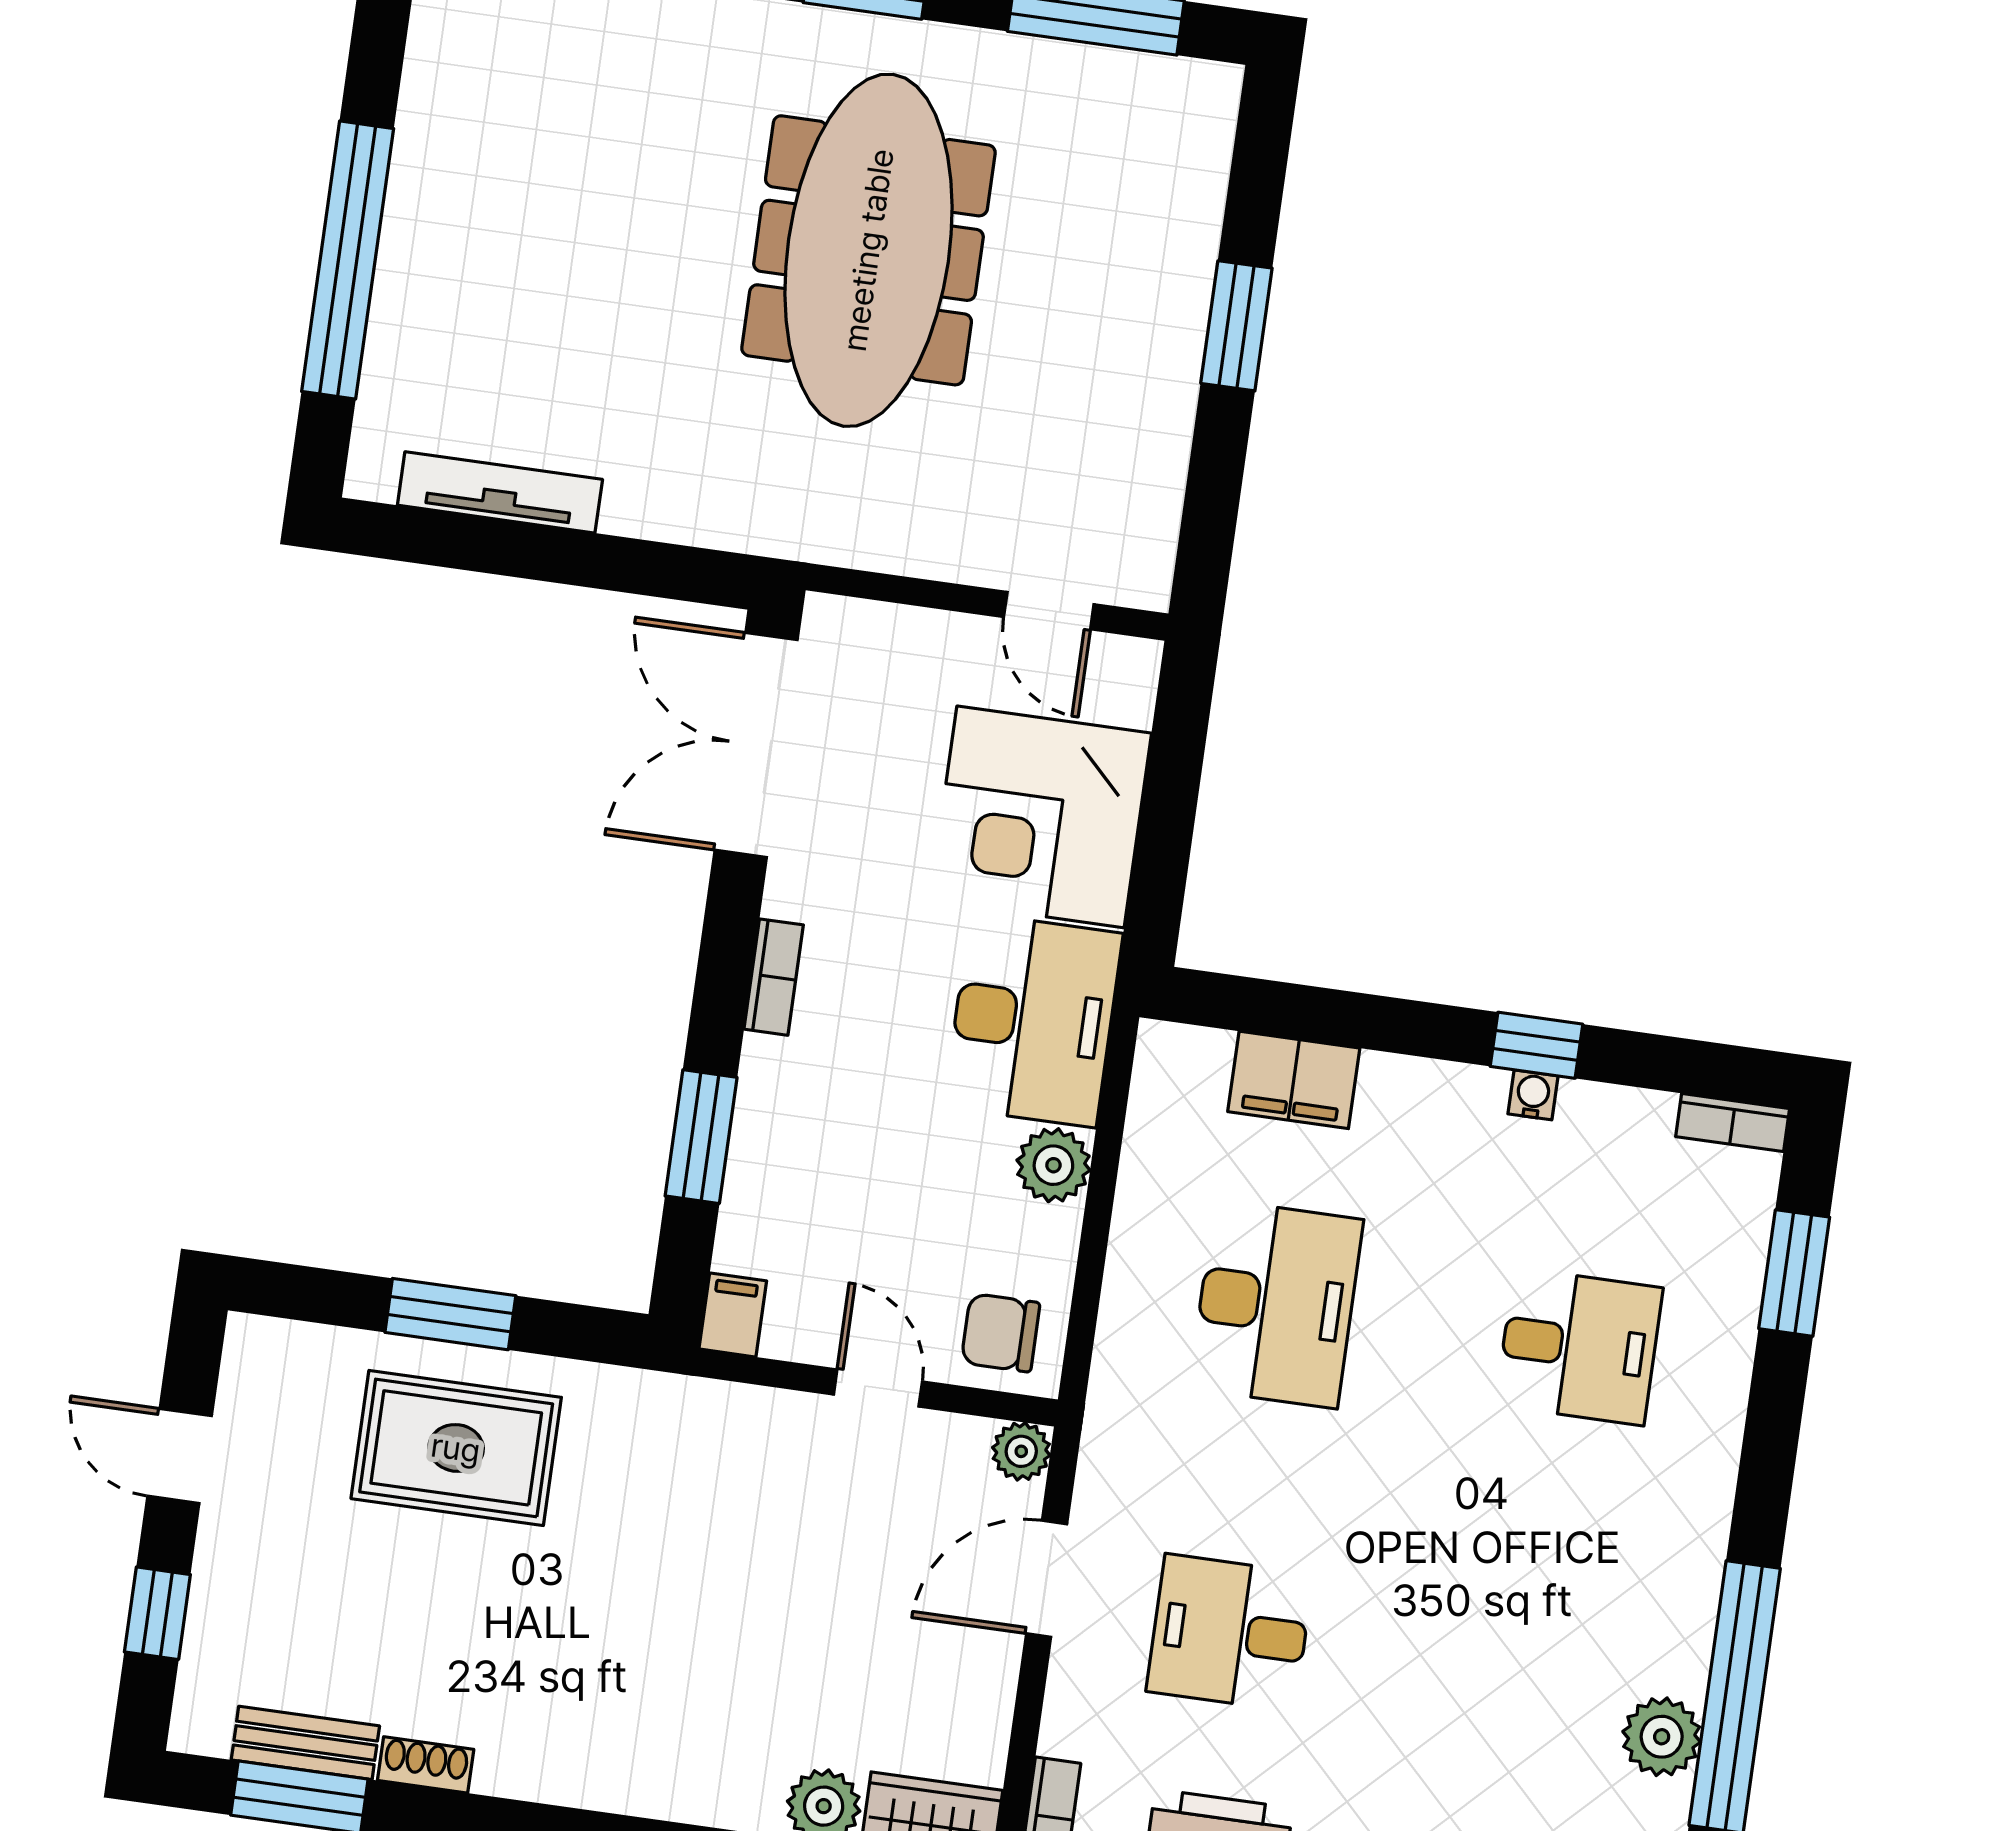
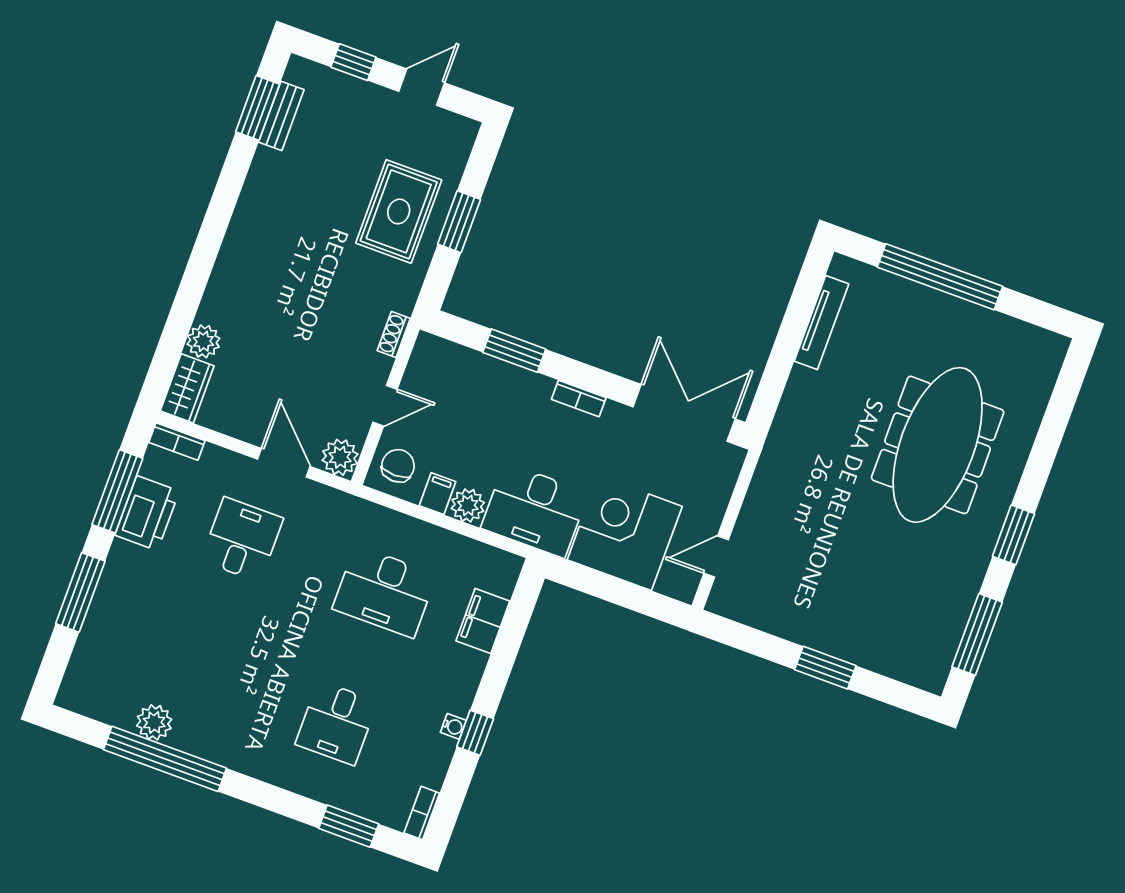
meeting table: (868, 250) -> (938, 445), moved, turned 90
filing cabinet: (733, 1315) -> (437, 494), moved, turned -90
plant: (1021, 1451) -> (340, 457), width x1.38, depth x1.38
shoe rack: (426, 1765) -> (394, 334), moved, turned 180

